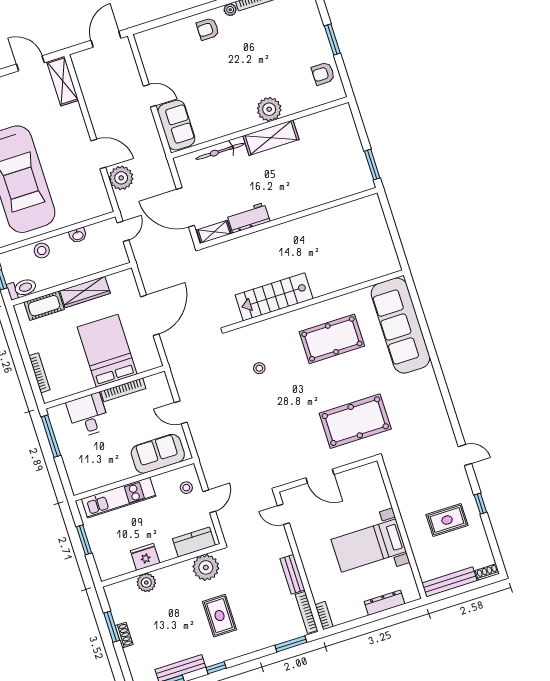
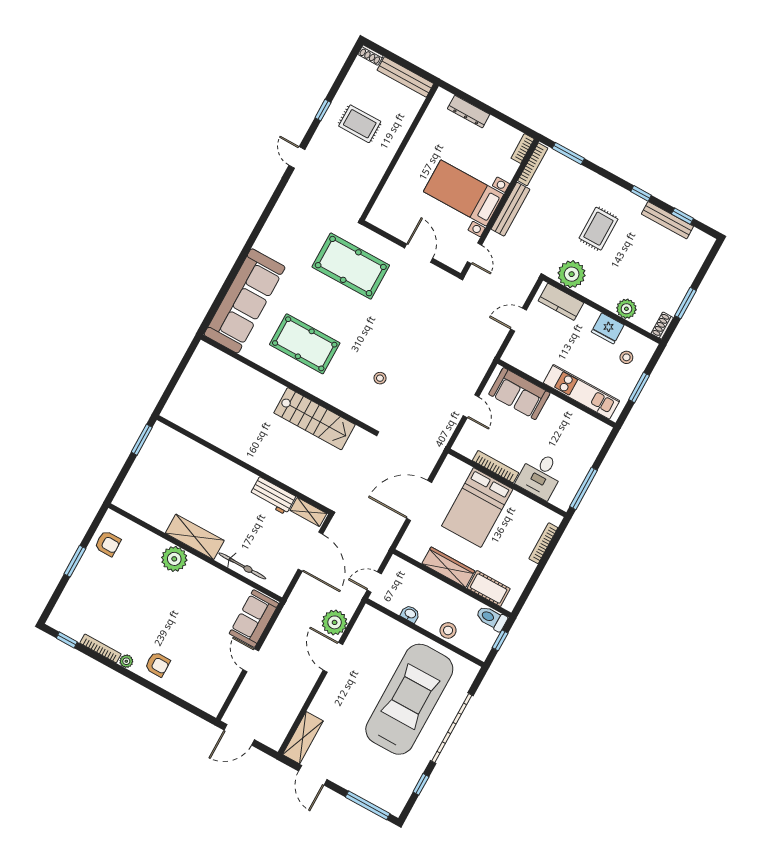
stool: (186, 488) -> (626, 357), moved
bed with nightstands: (369, 545) -> (464, 193), moved, turned 180
bench: (292, 574) -> (510, 209), width x1.36
shoe rack: (124, 635) -> (662, 326), moved

